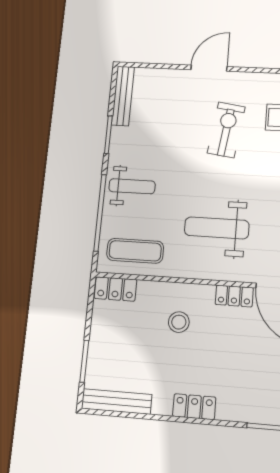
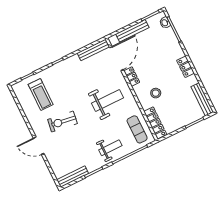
weight bench: (132, 186) -> (110, 148), turned 90
weight bench: (217, 228) -> (108, 101), turned -90
locker: (115, 289) -> (155, 123), width x1.53

